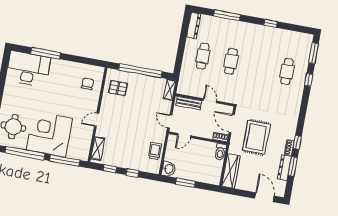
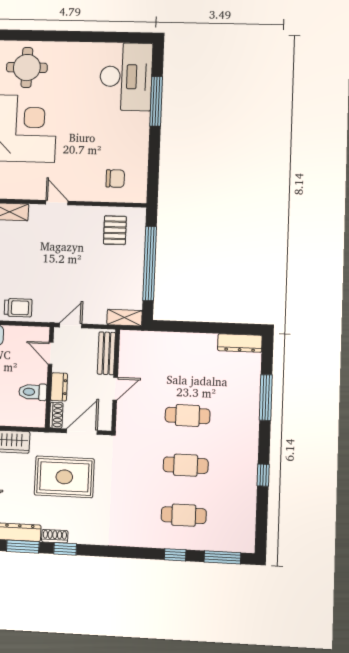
cafe table: (203, 56) -> (186, 465), moved
dresser: (204, 133) -> (59, 387), added
toilet: (220, 152) -> (33, 392), moved

